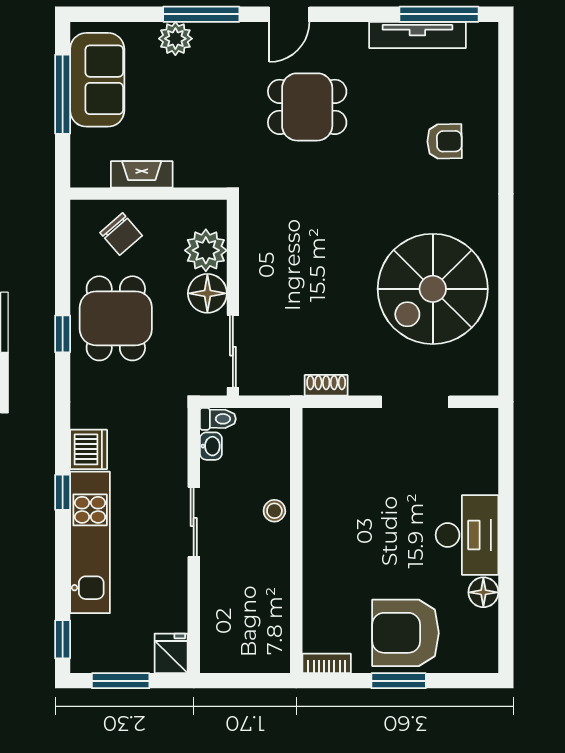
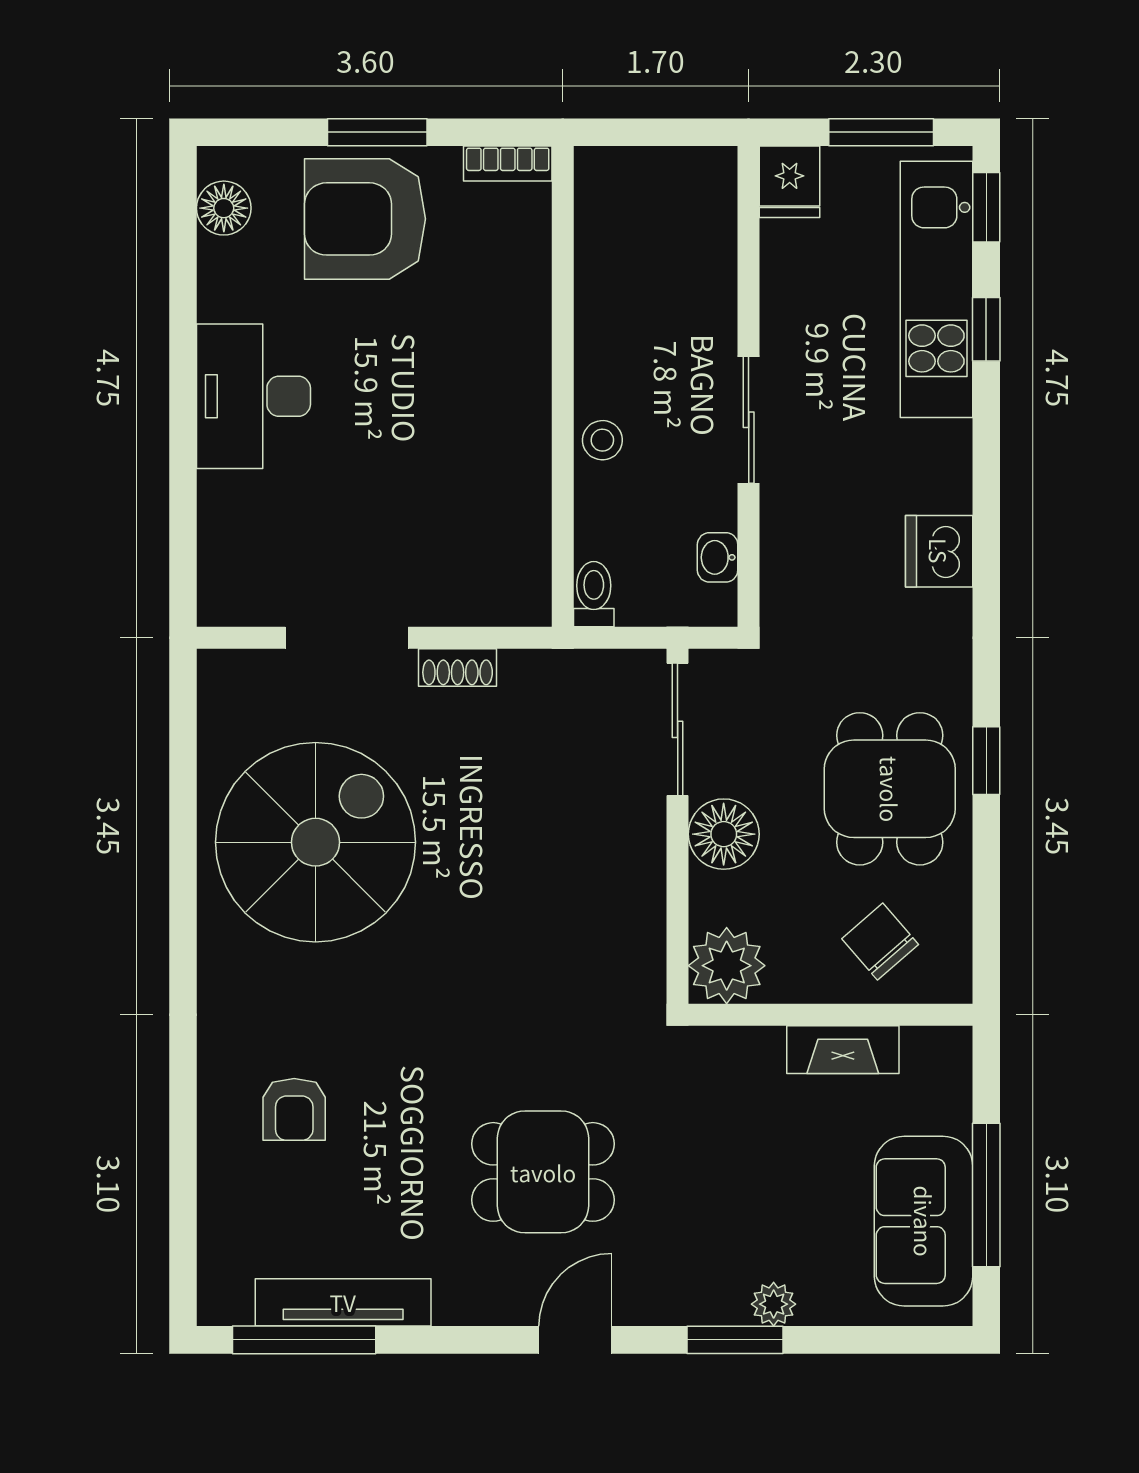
window: (201, 14) -> (735, 1340), width x0.69
plant: (175, 39) -> (774, 1304), width x0.73, depth x0.73
armchair: (444, 141) -> (294, 1109), turned -89
plant: (206, 250) -> (727, 966), moved
shoe rack: (326, 385) -> (458, 667), moved
toilet: (218, 419) -> (594, 594), moved, turned 90
window: (63, 492) -> (986, 329), moved
kitchen unit: (90, 542) -> (936, 289), moved
floor lamp: (483, 592) -> (224, 208), moved
armchair: (405, 633) -> (365, 219), turned 180

